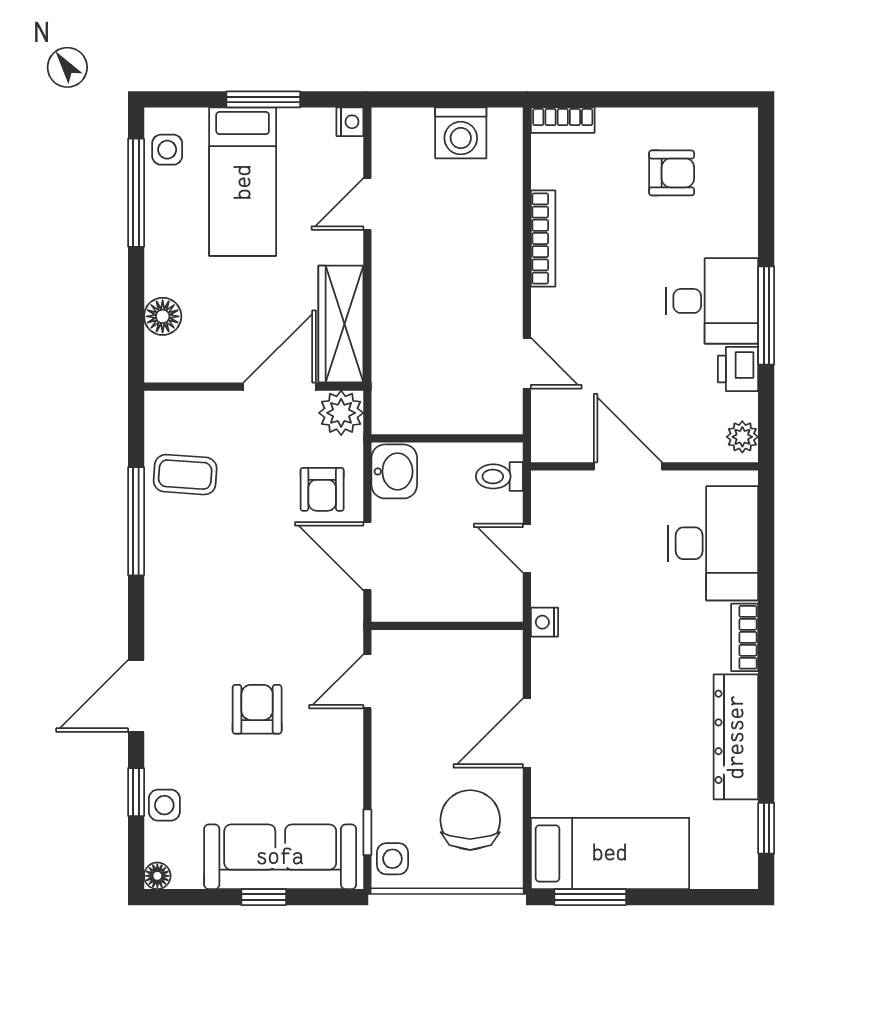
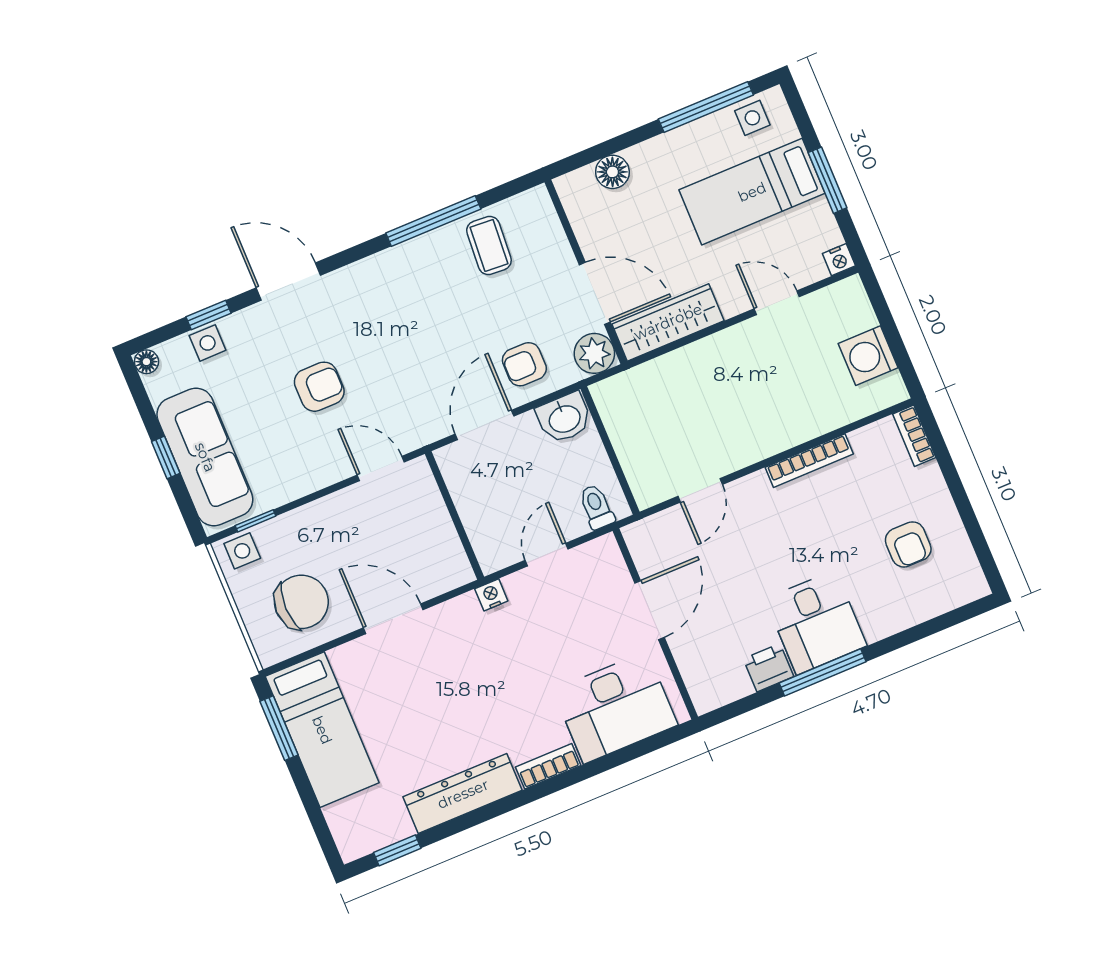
plant: (742, 437) -> (714, 695), removed

